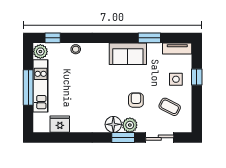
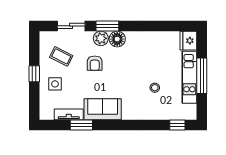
stool: (76, 49) -> (155, 88), moved
tv unit: (177, 49) -> (69, 114), moved
plant: (40, 52) -> (190, 111), removed
window: (197, 77) -> (34, 74), moved
fridge: (60, 124) -> (188, 41), moved, turned 90

